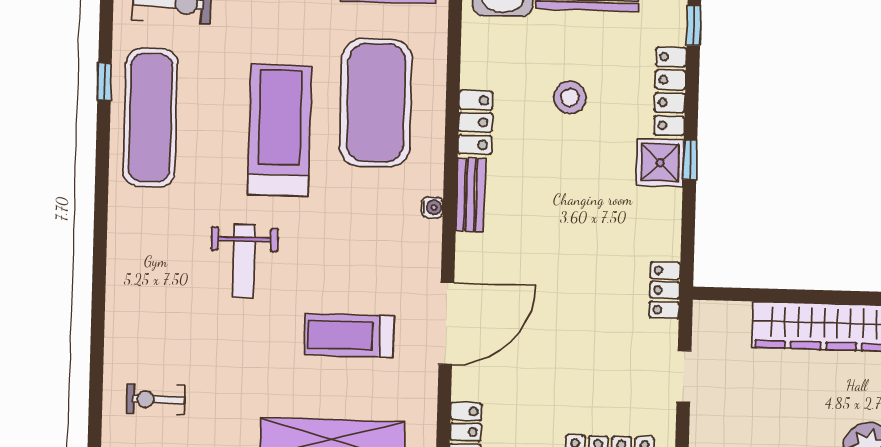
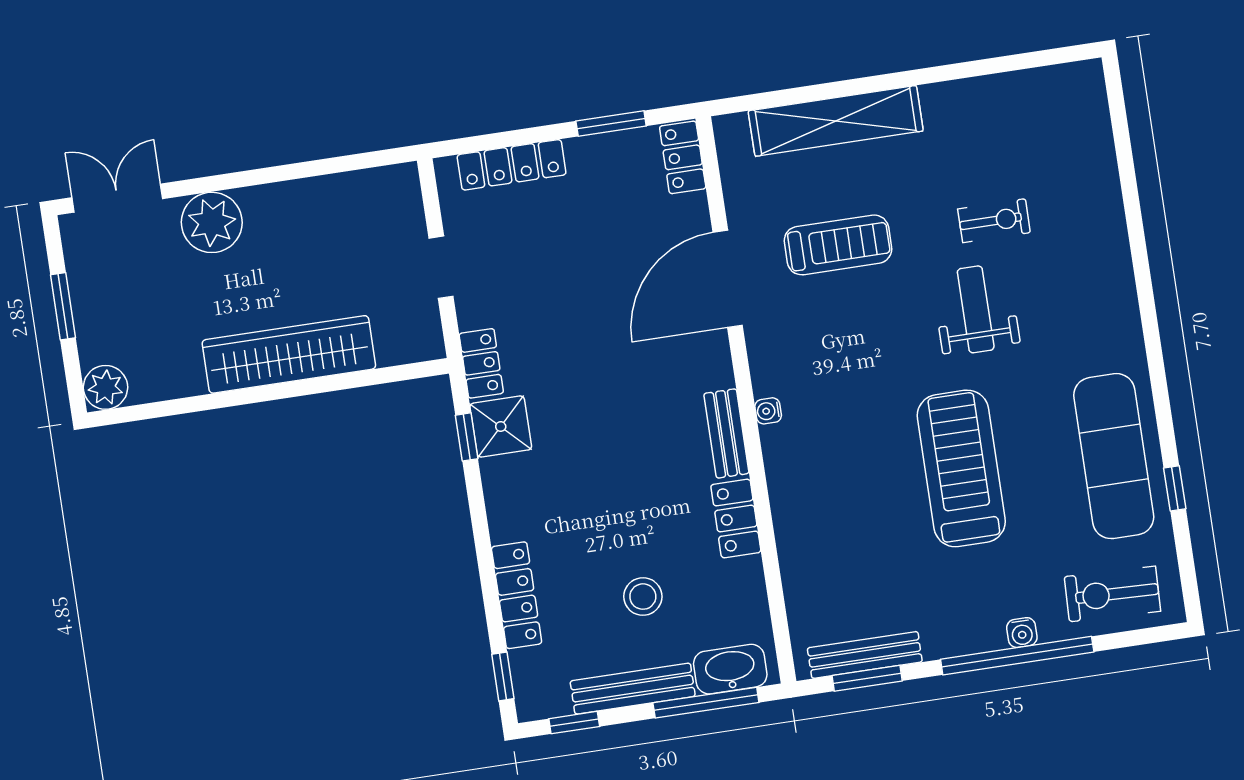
stool: (570, 97) -> (643, 597), moved
exercise mat: (376, 103) -> (855, 520), removed
treadmill: (280, 130) -> (961, 468), turned 180
window: (690, 160) -> (467, 437), moved
shower: (660, 163) -> (501, 427), moved
exercise bike: (156, 399) -> (994, 221), moved

